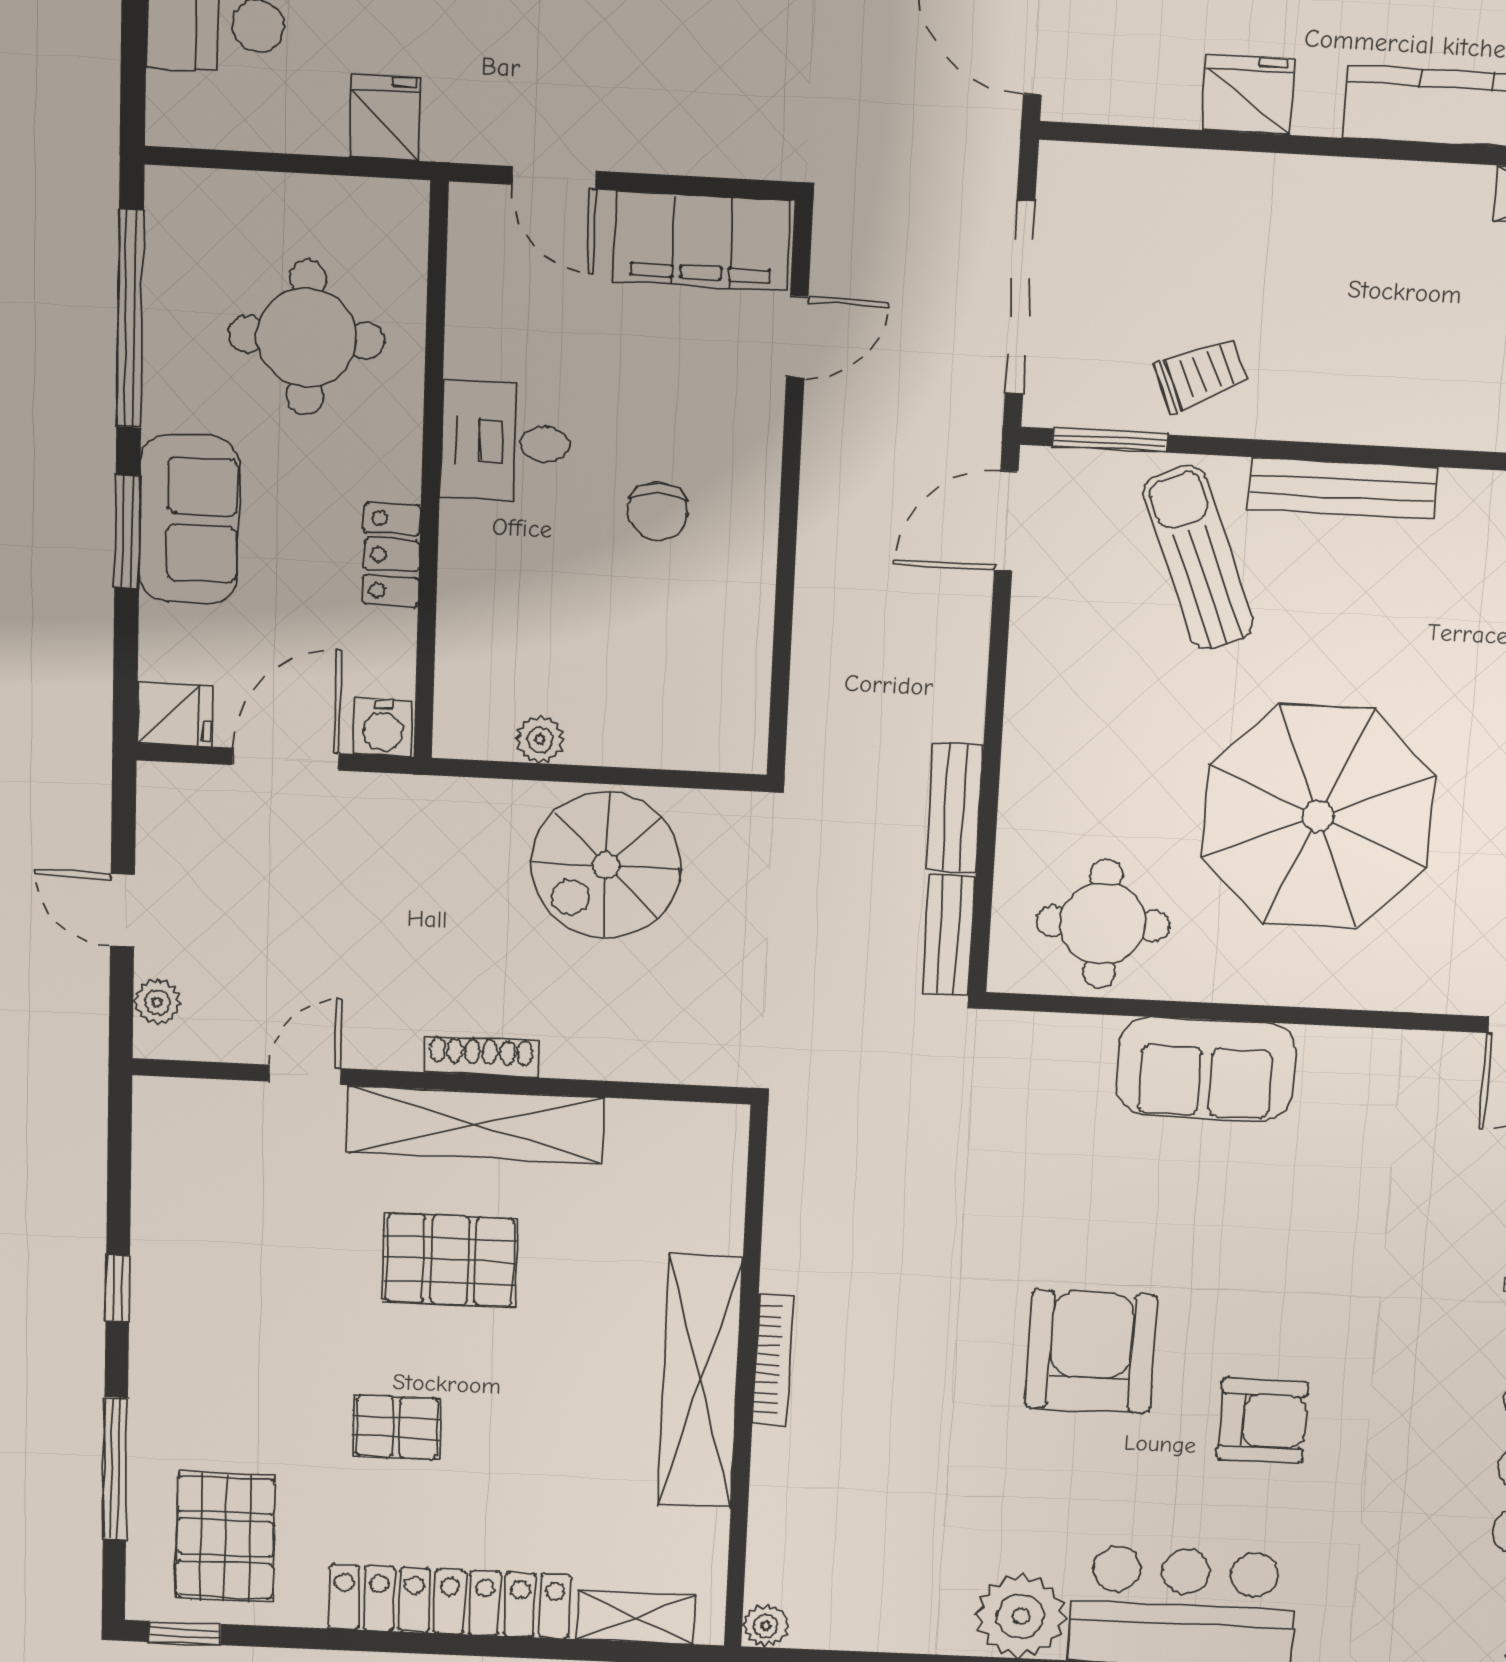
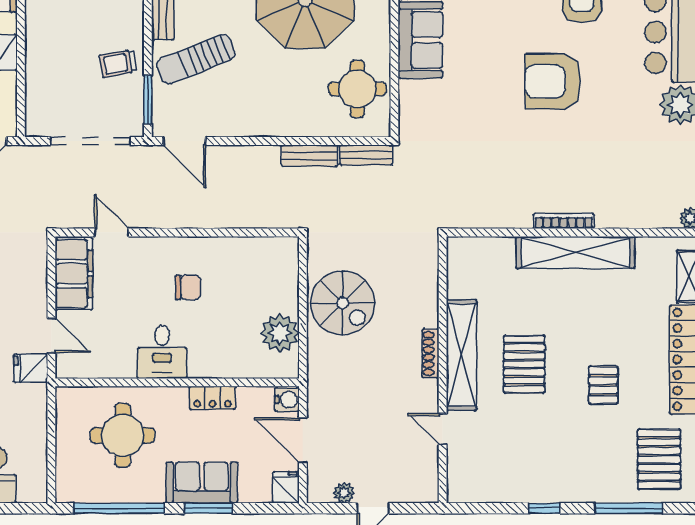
fridge: (385, 118) -> (31, 368), moved
door: (554, 178) -> (51, 335), hinge flipped
trolley: (1201, 374) -> (118, 64), turned -76
plant: (540, 740) -> (280, 333), width x1.88, depth x1.88
plant: (157, 1002) -> (344, 493), moved
pallet: (225, 1538) -> (659, 459), turned 90

